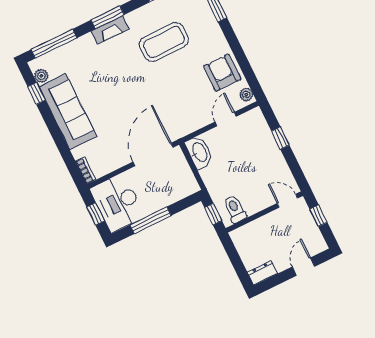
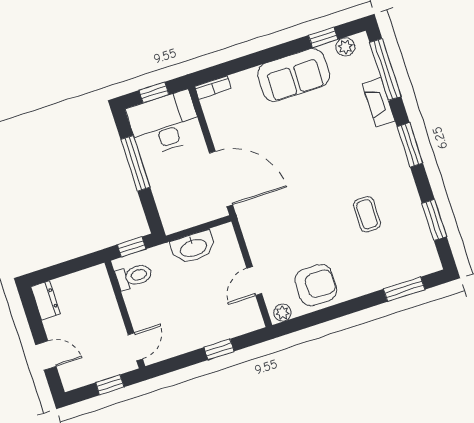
fireplace: (110, 30) -> (379, 102), moved
coffee table: (164, 42) -> (367, 214), width x0.54, depth x0.58
sofa: (68, 112) -> (294, 75), width x0.73
door: (226, 119) -> (254, 281), swing flipped
washbasin: (199, 152) -> (193, 247), moved

